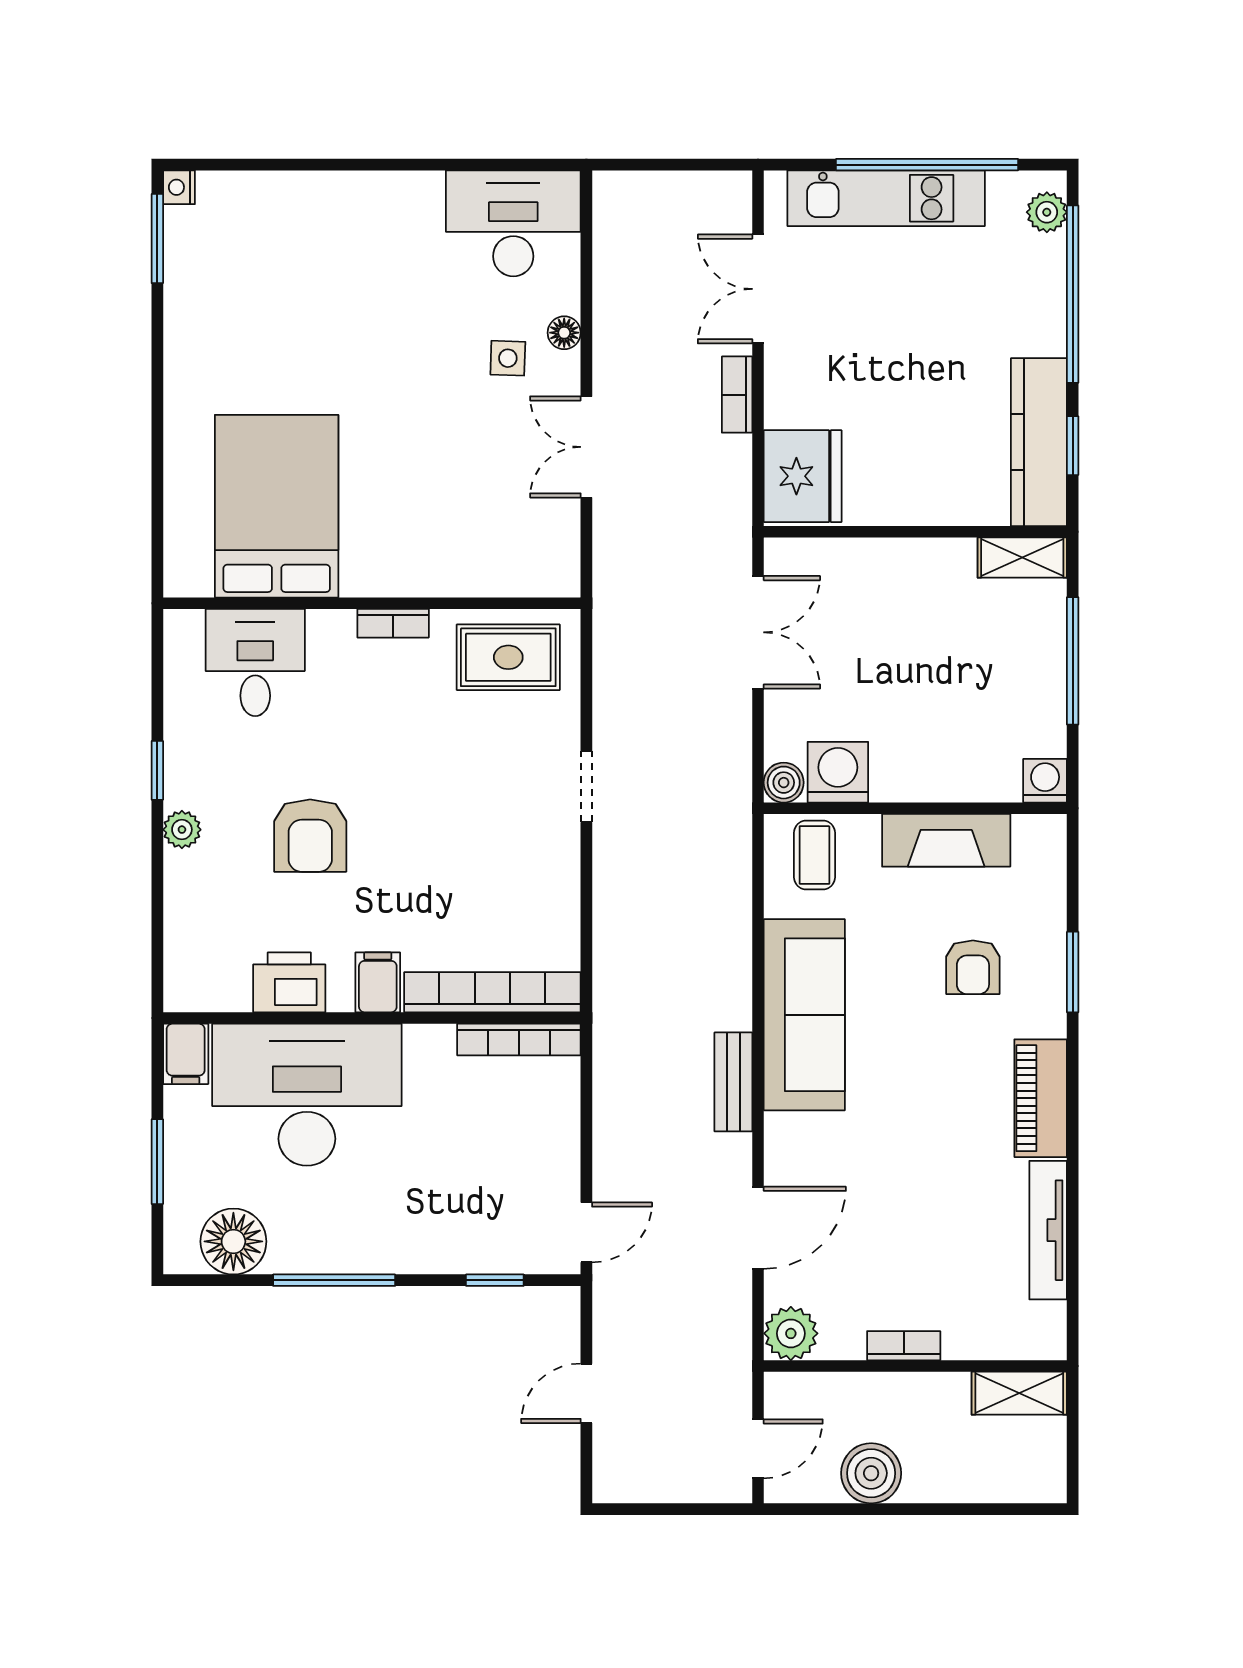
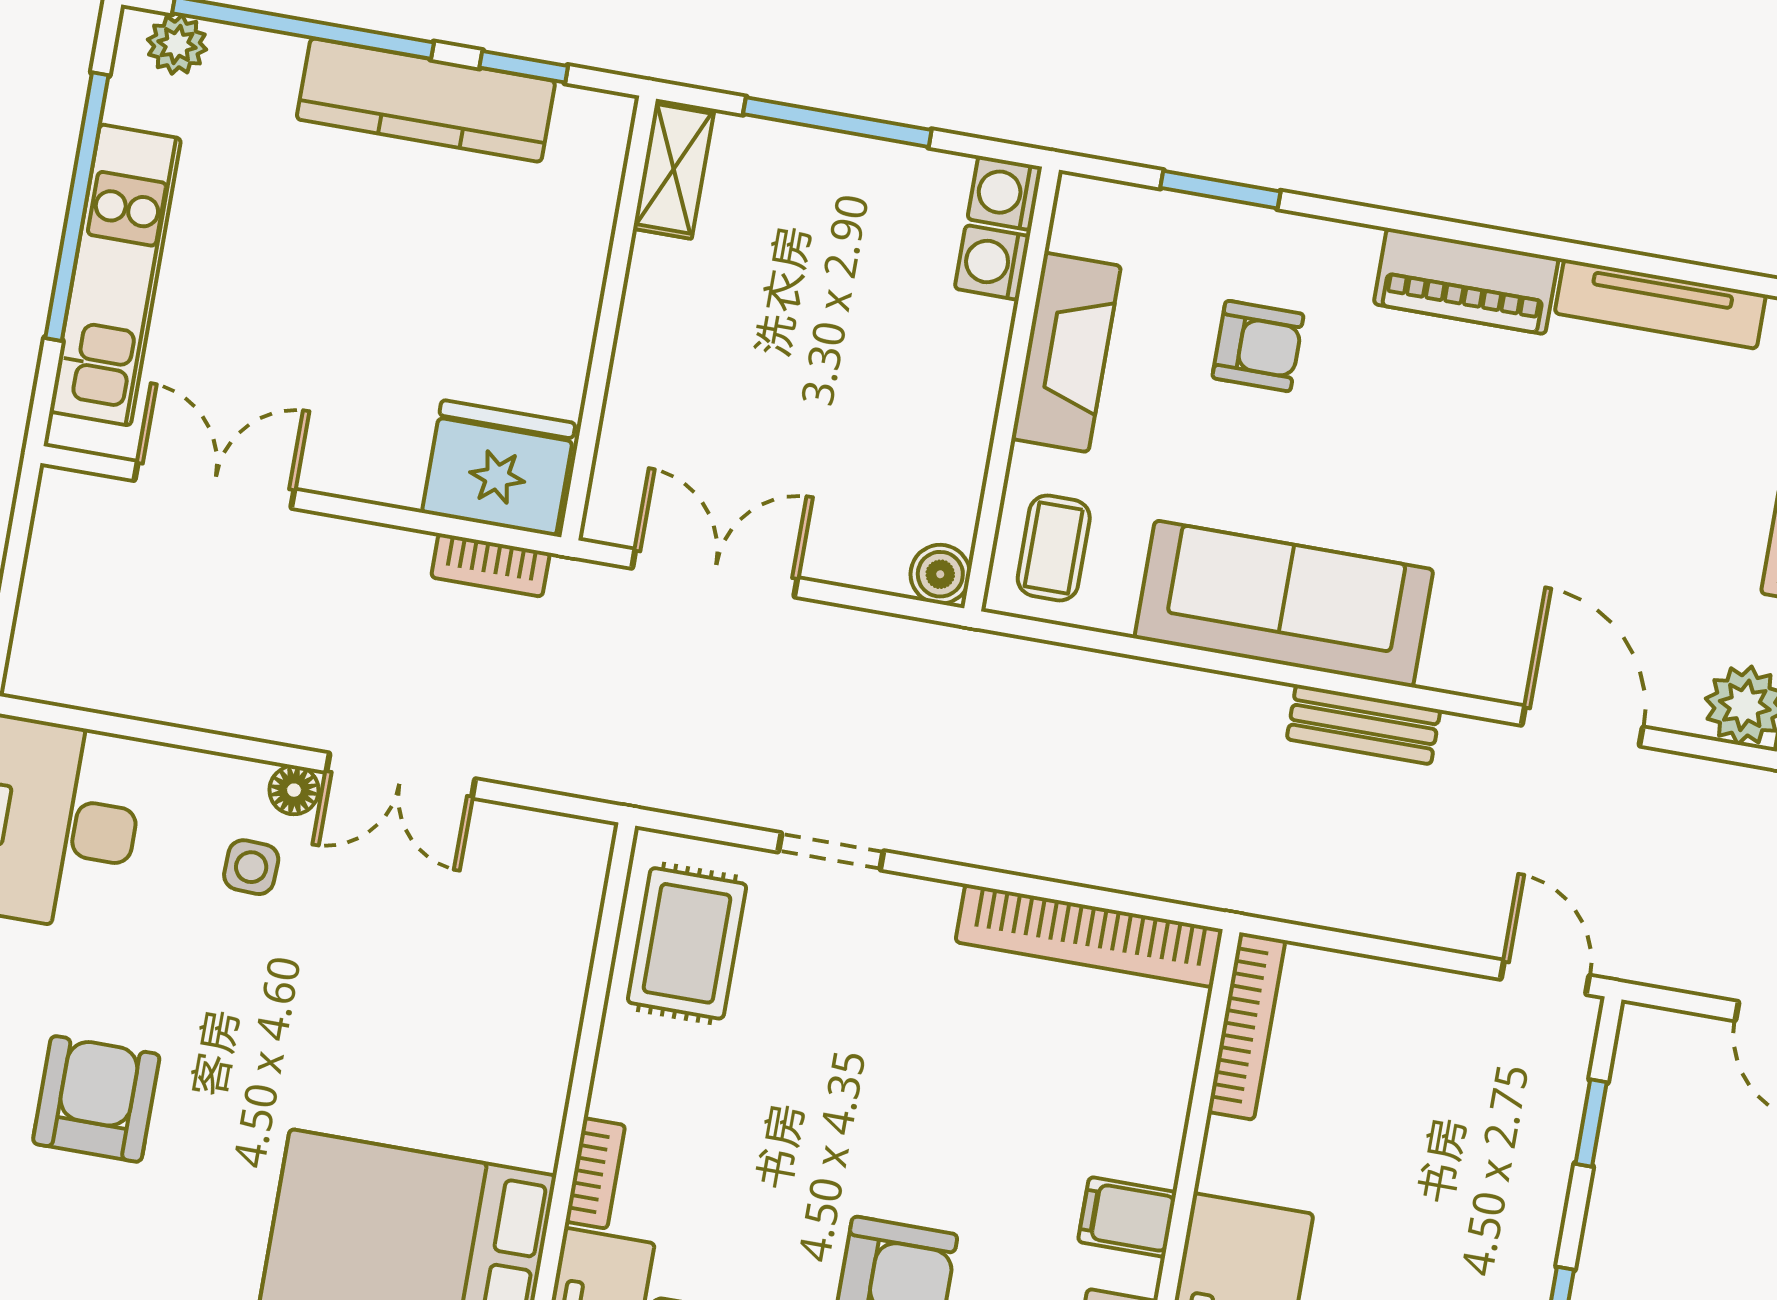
armchair: (335, 282) -> (96, 1099), added
double door: (758, 289) -> (215, 485), swing flipped
floor lamp: (564, 333) -> (294, 790), moved
bookcase: (737, 395) -> (490, 565), moved
kitchen counter: (1039, 442) -> (426, 100), moved
bookcase: (393, 623) -> (595, 1173), moved
washing machine: (838, 772) -> (992, 262), moved, width x0.73, depth x0.73
doorway: (586, 787) -> (831, 851), moved
coffee table: (815, 855) -> (1054, 548), turned 90
window: (1073, 972) -> (1220, 190), moved
bookcase: (492, 992) -> (1089, 936), moved, turned -90

